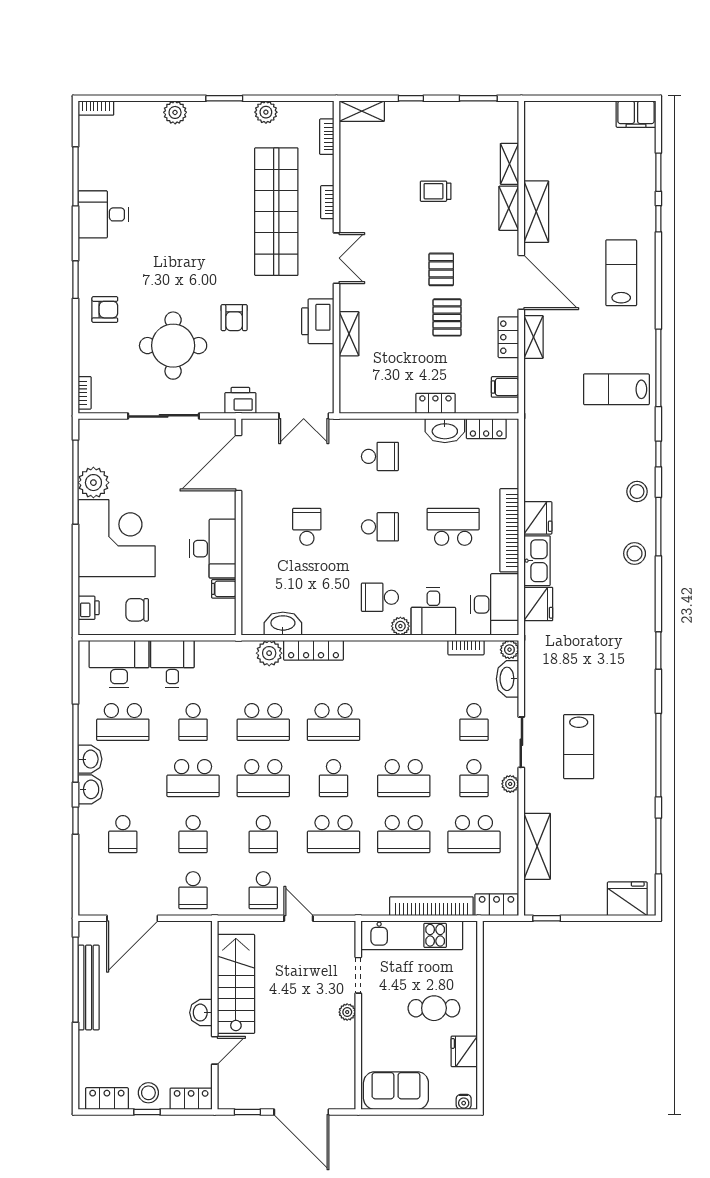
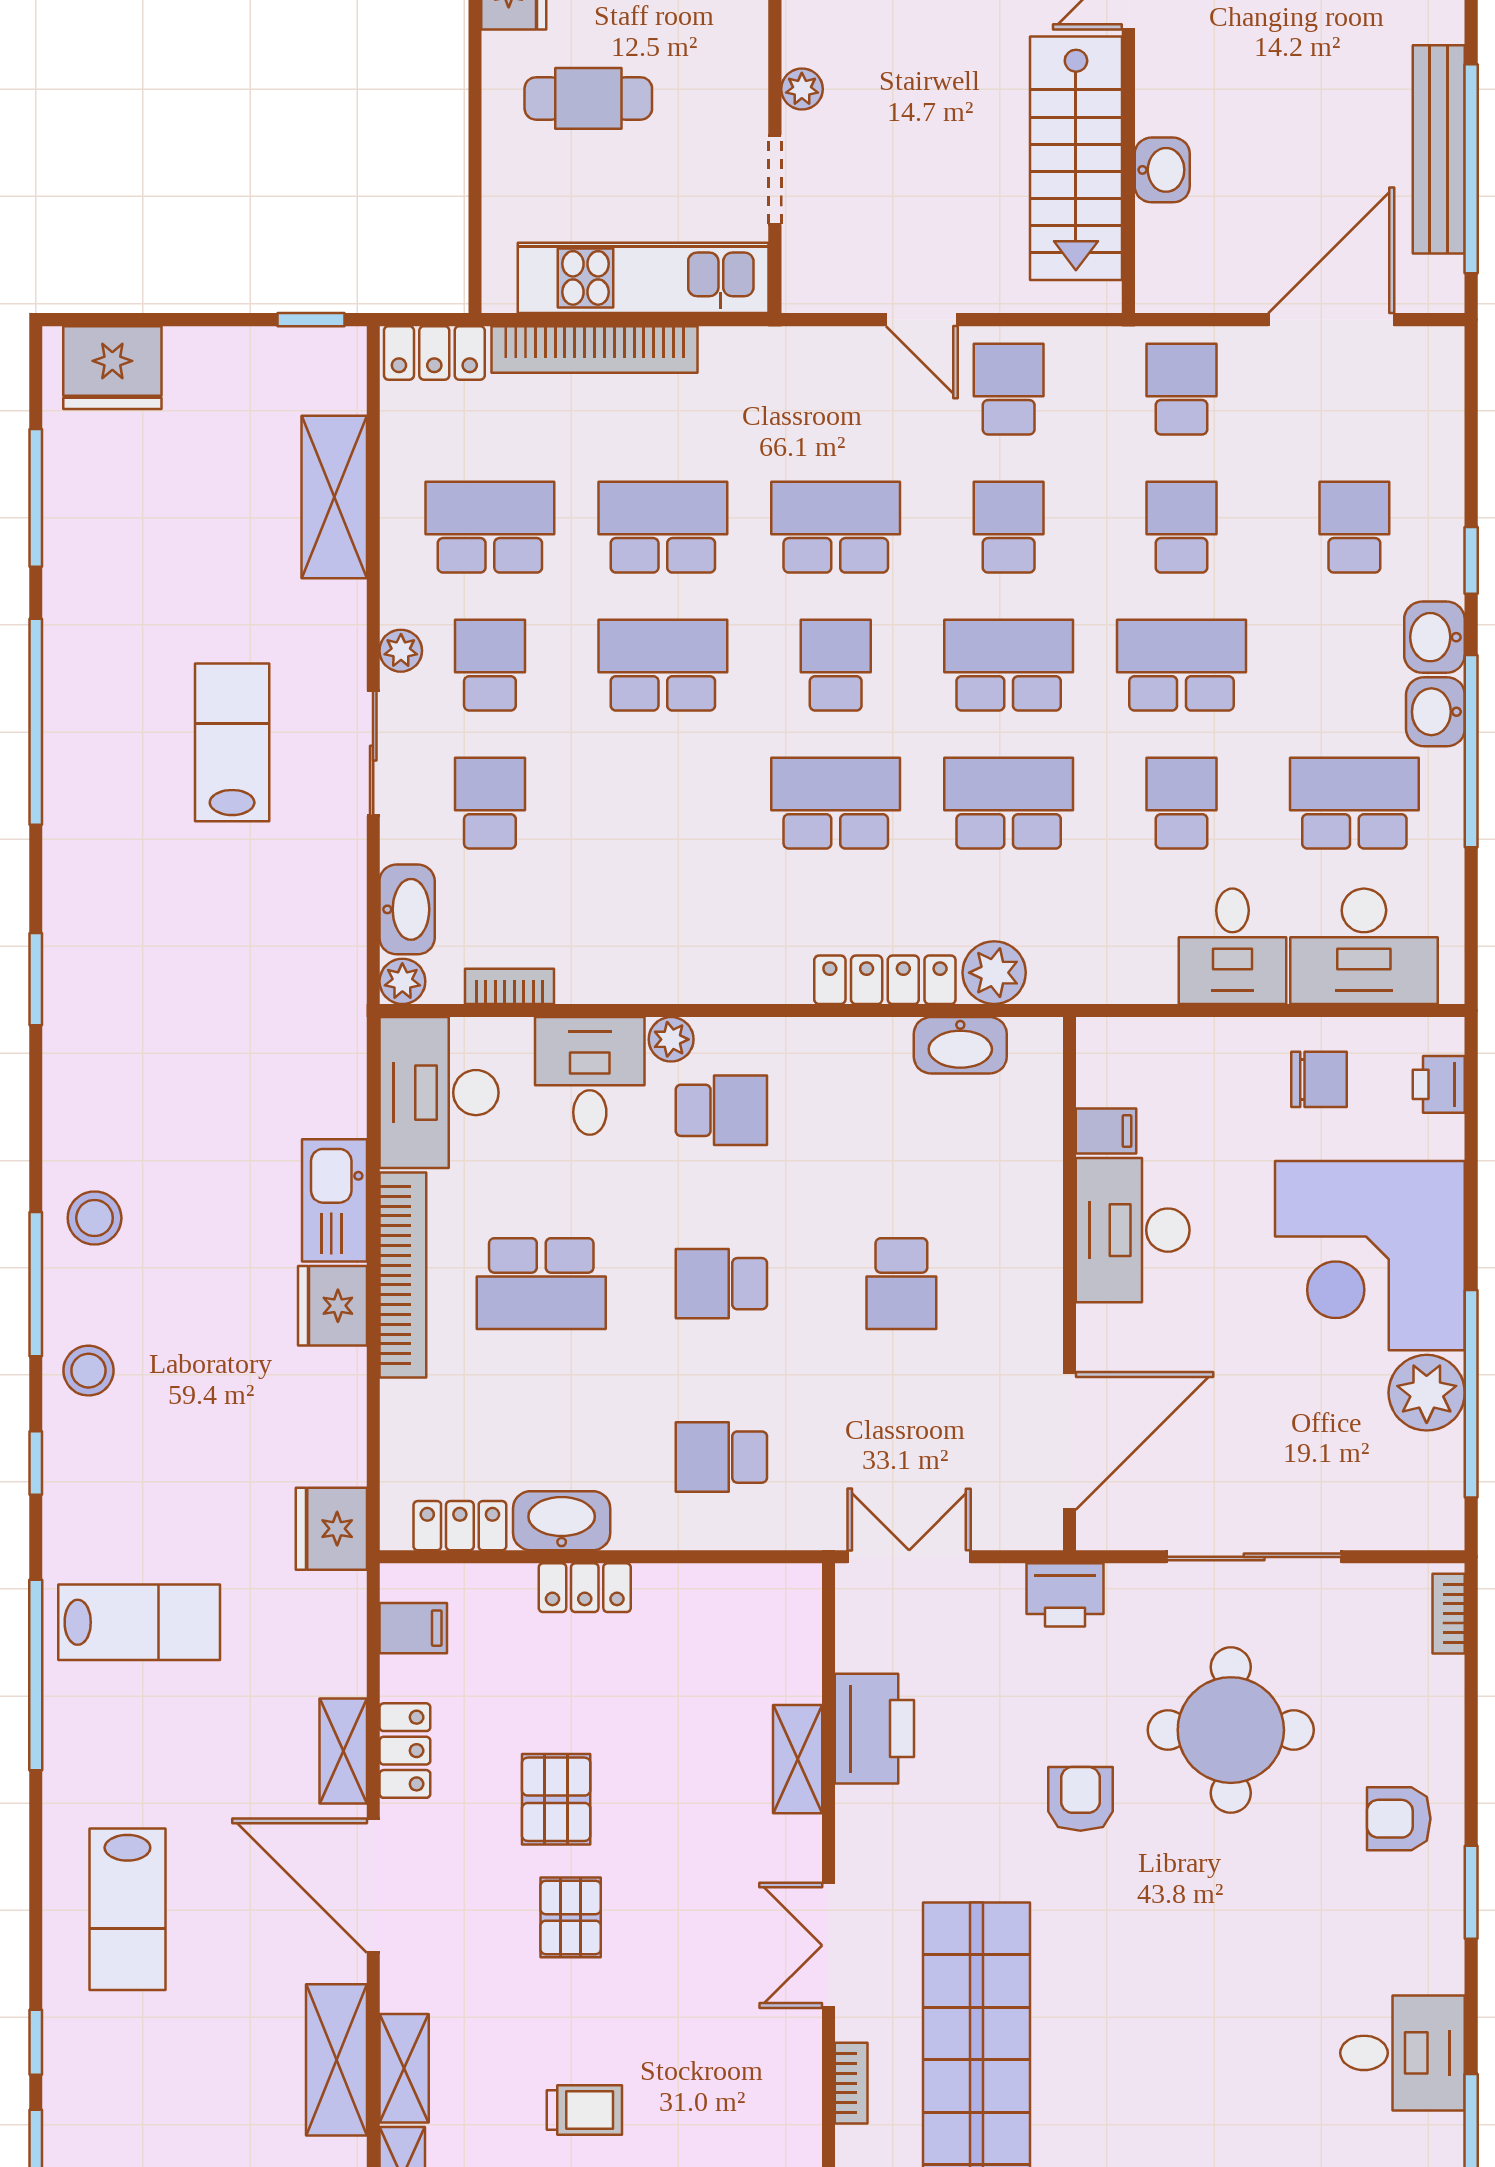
printer: (318, 321) -> (874, 1729), moved
fridge: (538, 604) -> (331, 1529), moved
washbasin: (201, 1013) -> (1162, 170), moved

